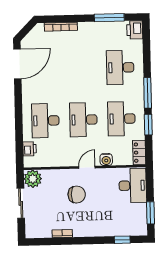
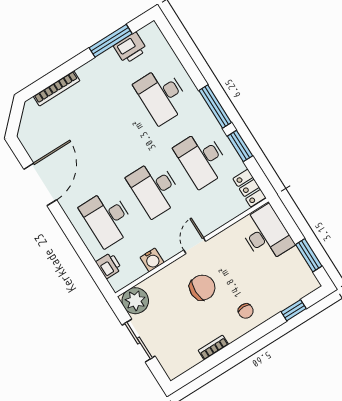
printer: (135, 30) -> (130, 48), moved, turned -90
door: (17, 64) -> (40, 184), moved
water cooler: (106, 160) -> (152, 260), moved
chair: (94, 223) -> (246, 311), added

